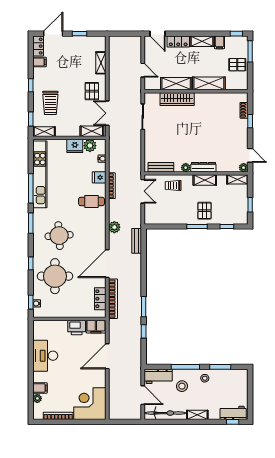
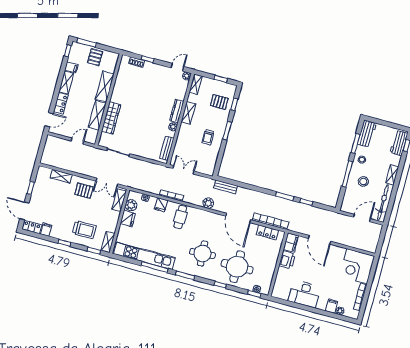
trolley: (173, 185) -> (208, 137), moved
pallet: (204, 211) -> (219, 102), moved
workbench: (158, 376) -> (367, 134), moved

